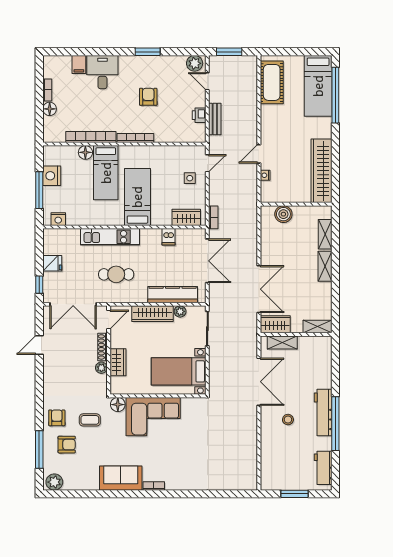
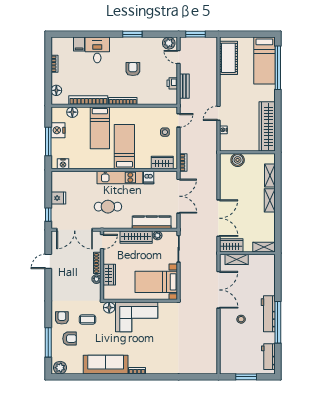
floor lamp: (50, 109) -> (56, 90), moved
floor lamp: (85, 152) -> (72, 112), moved
kitchen unit: (110, 237) -> (120, 178), moved
sofa: (121, 478) -> (106, 365), width x1.36

